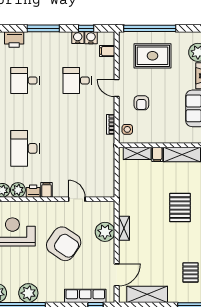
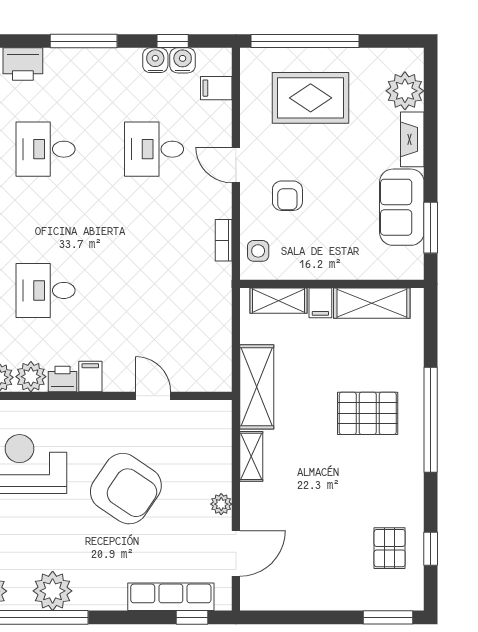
desk: (25, 148) -> (46, 290), width x0.73
pallet: (180, 208) -> (368, 413), turned 90
plant: (105, 232) -> (221, 504), moved, width x0.53, depth x0.53
shelving: (147, 294) -> (257, 387), moved, turned 90

